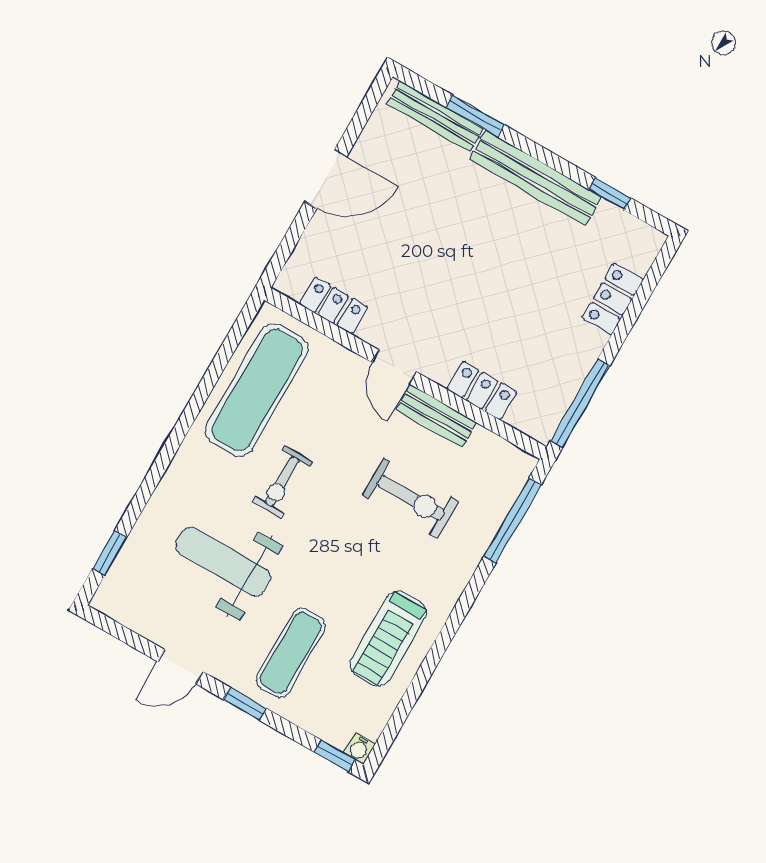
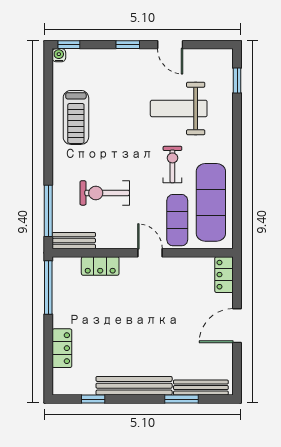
locker: (334, 306) -> (224, 275), moved, turned 90
bench: (437, 416) -> (74, 241), moved
weight bench: (223, 562) -> (179, 108), turned 180
treadmill: (388, 638) -> (76, 117), turned 180
exercise mat: (291, 653) -> (177, 220), moved
door: (180, 667) -> (170, 45), swing flipped

